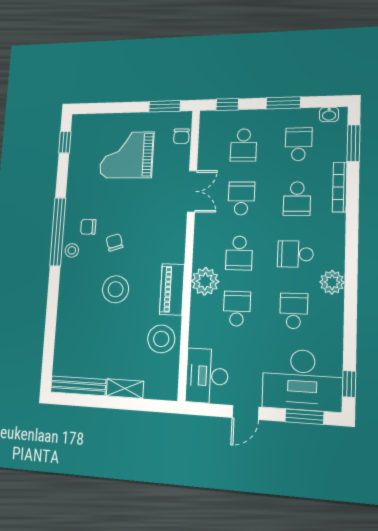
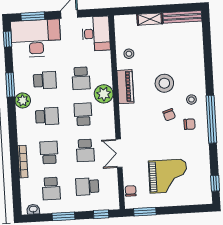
window: (353, 143) -> (10, 85), moved
school desk: (244, 145) -> (87, 187), turned -90
stool: (72, 250) -> (191, 100), moved
school desk: (294, 311) -> (45, 80), turned -90
stool: (161, 339) -> (129, 54), width x0.53, depth x0.53

